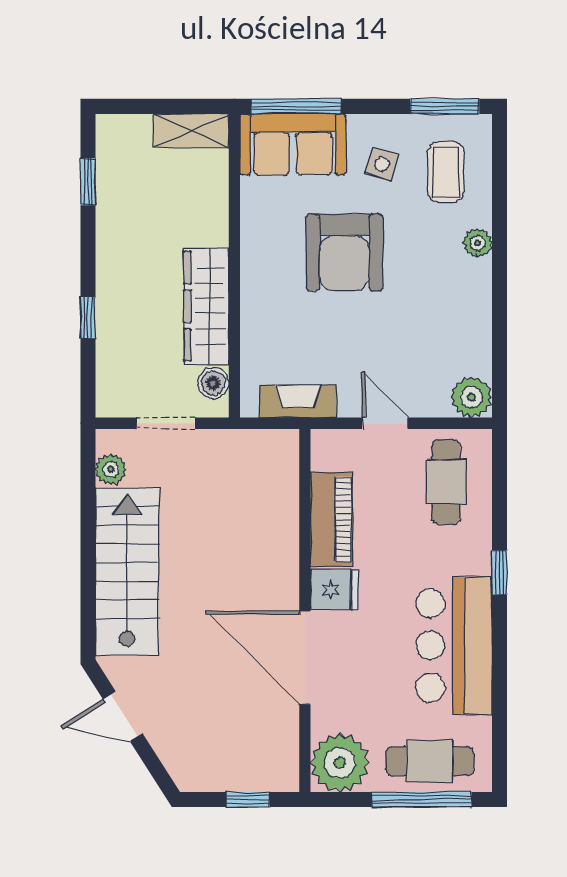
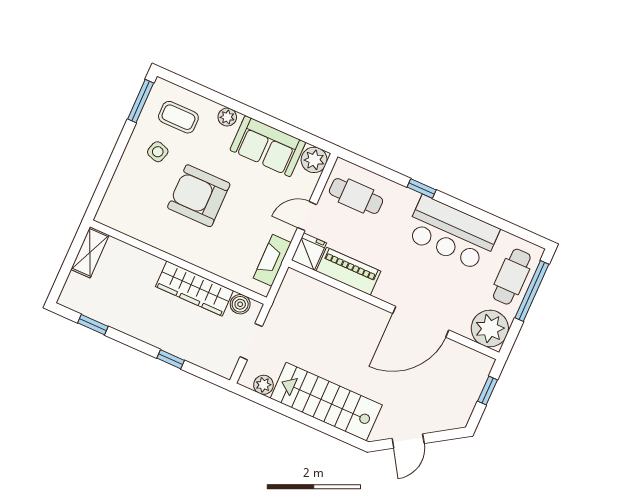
window: (296, 106) -> (103, 186), removed
sofa: (293, 144) -> (268, 146), moved, turned 90
armchair: (344, 252) -> (199, 196), turned 180
fridge: (334, 590) -> (309, 252), moved

